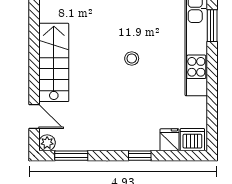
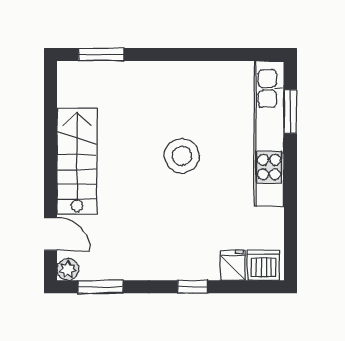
stool: (132, 58) -> (182, 156), width x1.89, depth x1.89

